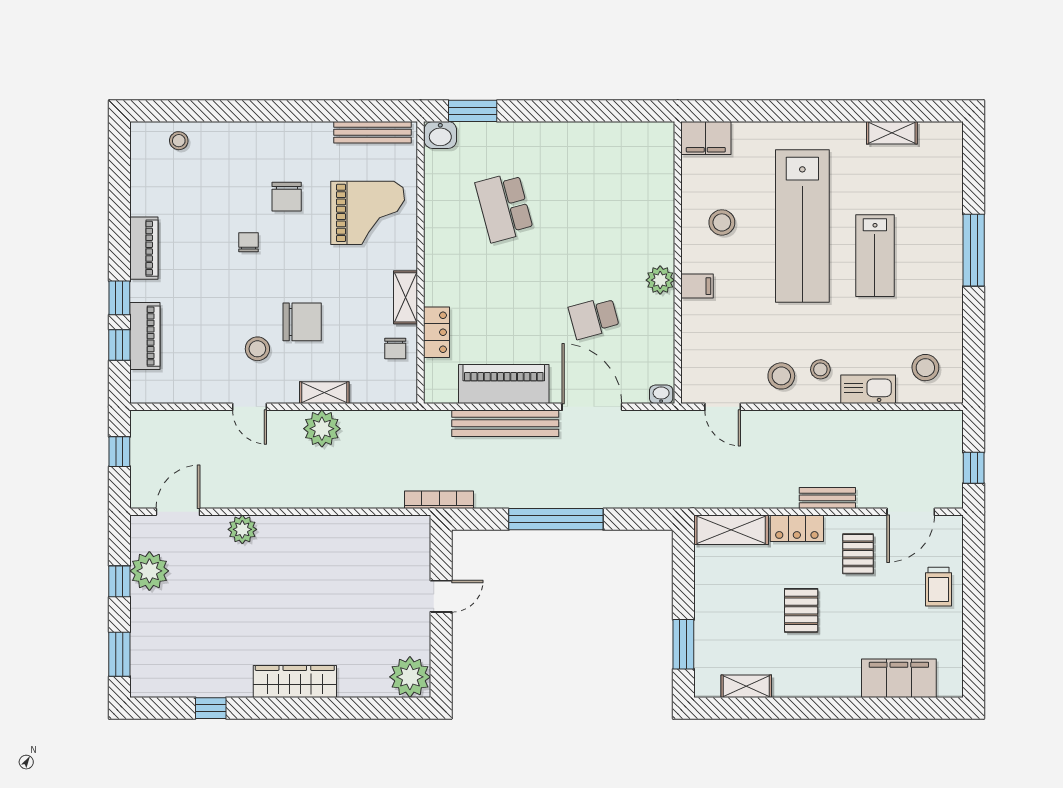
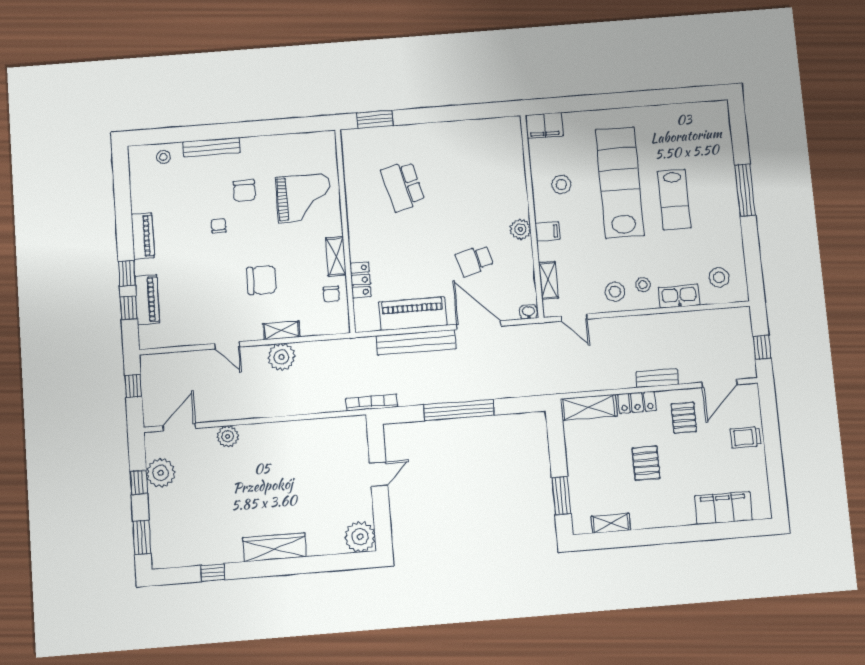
bench: (373, 132) -> (212, 147), moved
shelving: (892, 133) -> (548, 280), moved, turned 90
washbasin: (440, 135) -> (353, 138), removed
lab bench: (802, 226) -> (620, 182), turned 180
stool: (257, 349) -> (230, 302), removed
trolley: (938, 587) -> (745, 437), turned 90

